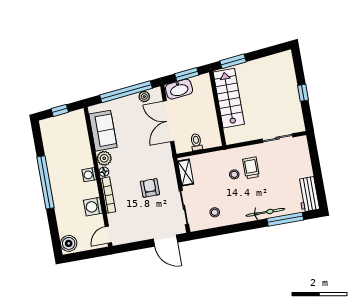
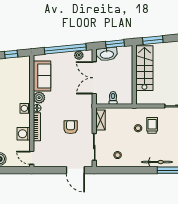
door: (108, 235) -> (32, 158), hinge flipped

